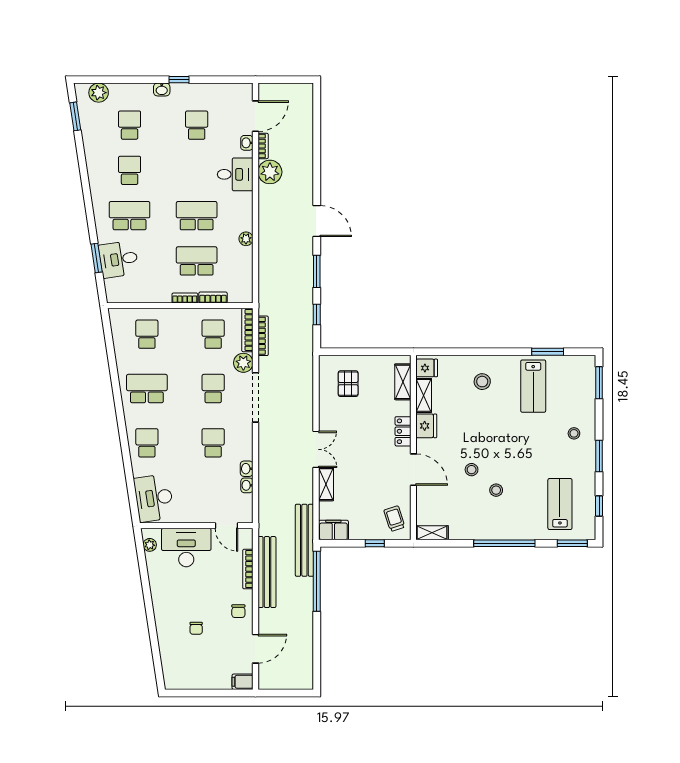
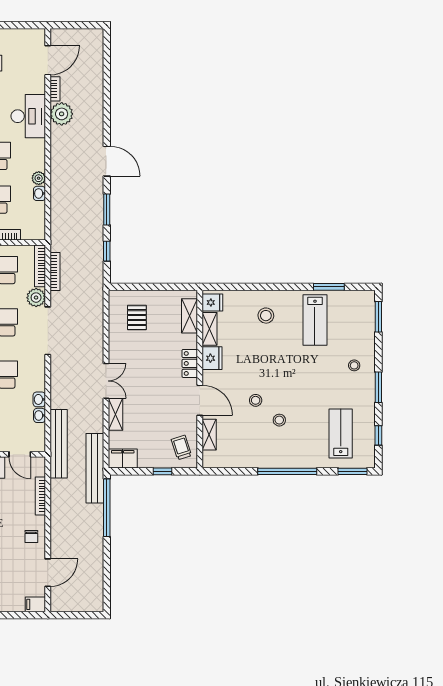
washbasin: (247, 143) -> (39, 193), moved
desk: (235, 174) -> (28, 116), width x1.37
shelving: (432, 533) -> (209, 435), moved, turned 90
bench: (267, 572) -> (59, 444), moved

